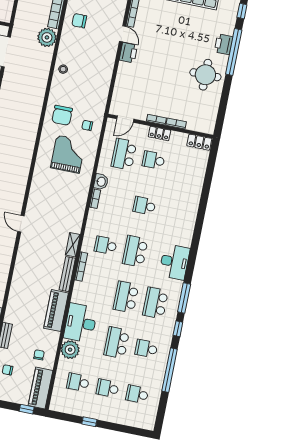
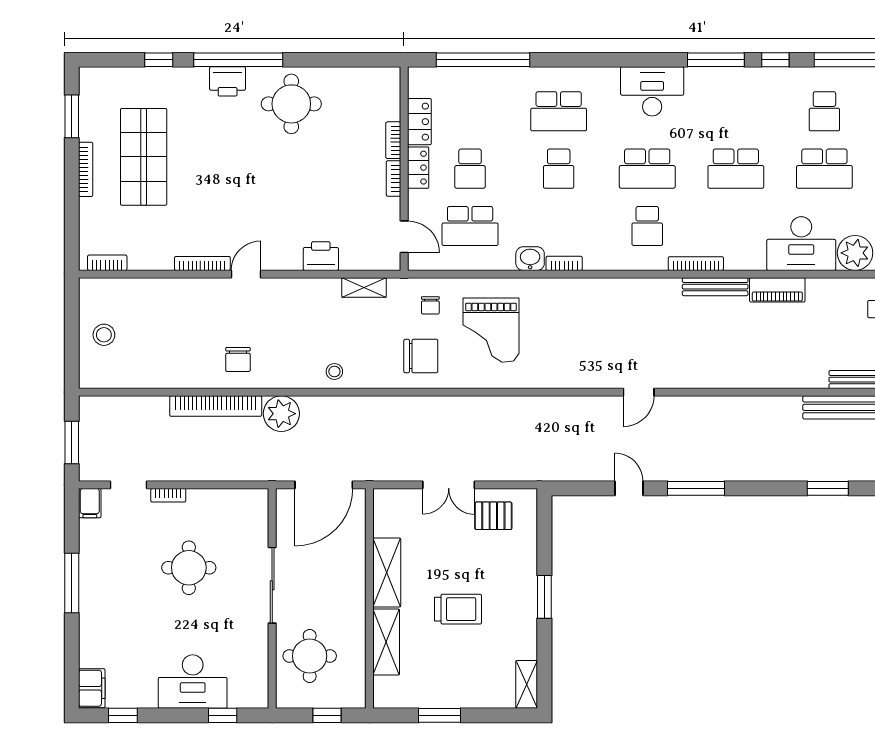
printer: (128, 53) -> (321, 256), moved
locker: (199, 142) -> (419, 122), moved
grand piano: (68, 154) -> (491, 330), turned -90
window: (208, 178) -> (483, 60), added
shelving: (73, 245) -> (364, 288), moved
school desk: (155, 303) -> (559, 111), moved
piano: (56, 311) -> (777, 290), width x0.73, depth x0.75

